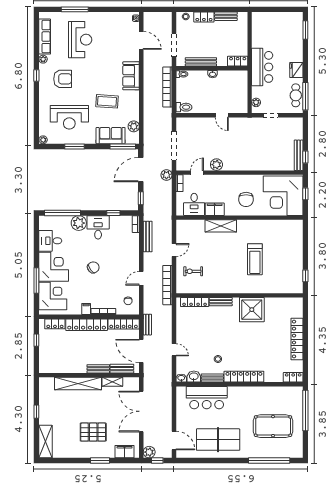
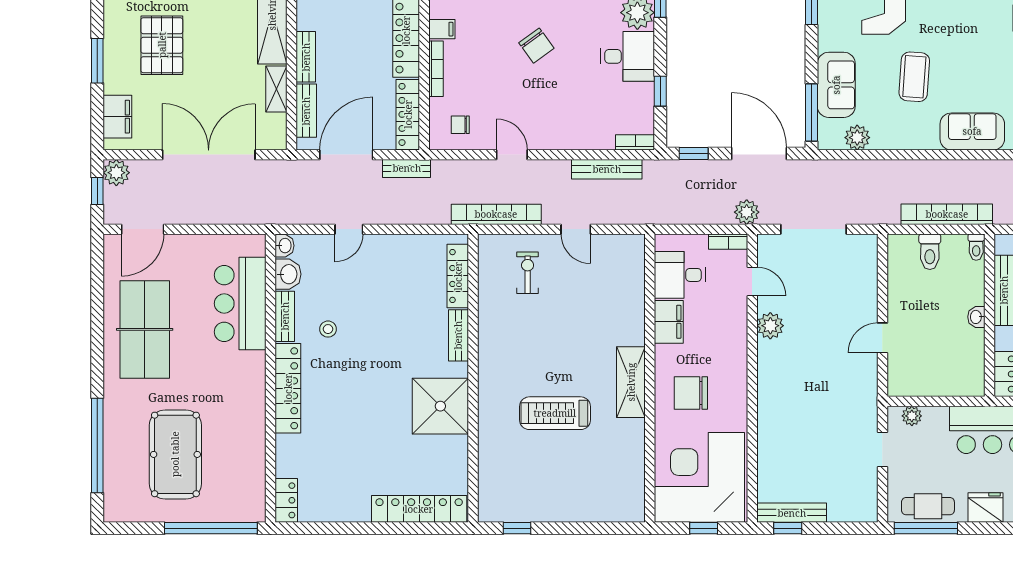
toilet: (184, 107) -> (930, 252), moved
shelving: (221, 226) -> (631, 382), moved
locker: (297, 339) -> (419, 509), moved

